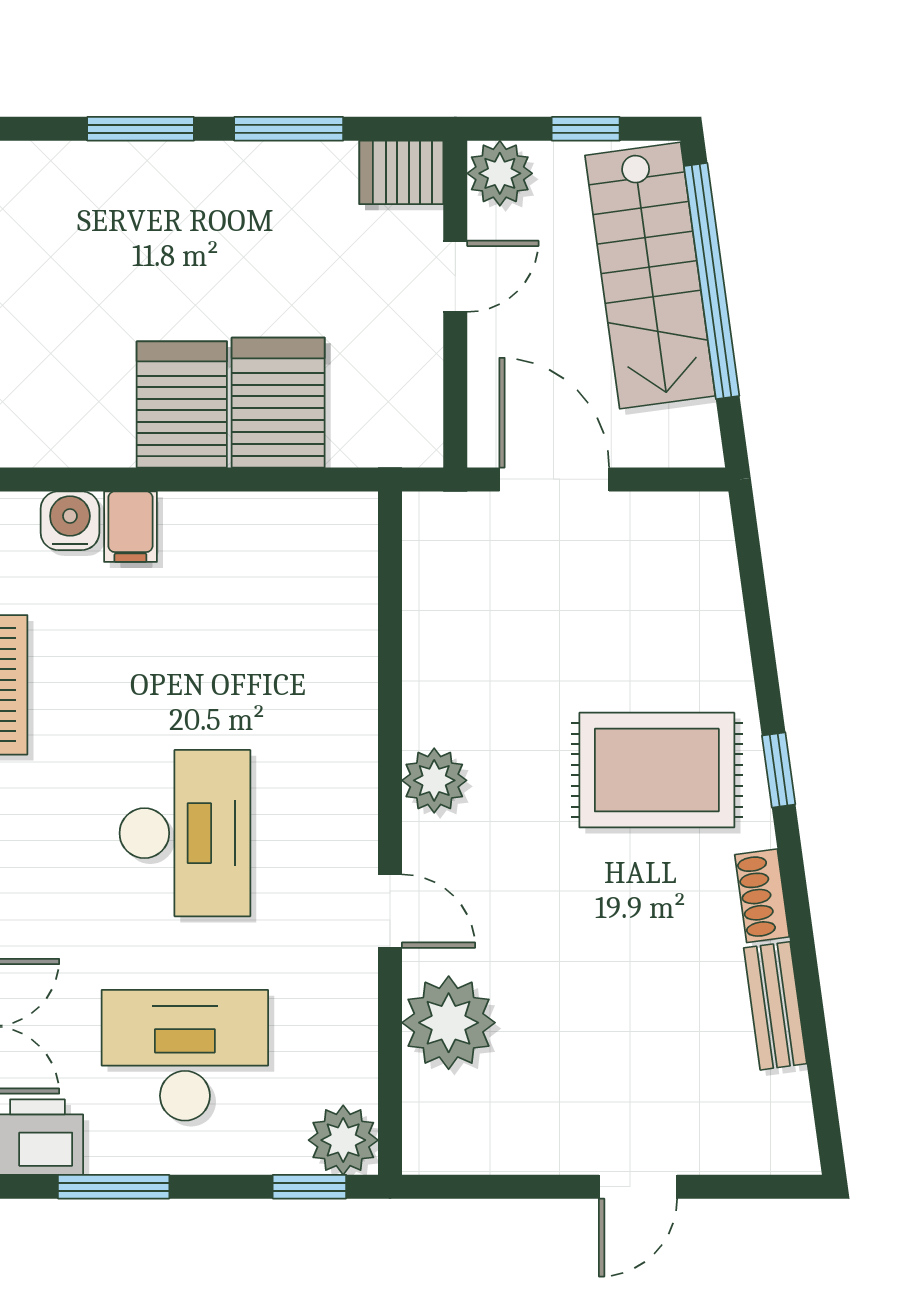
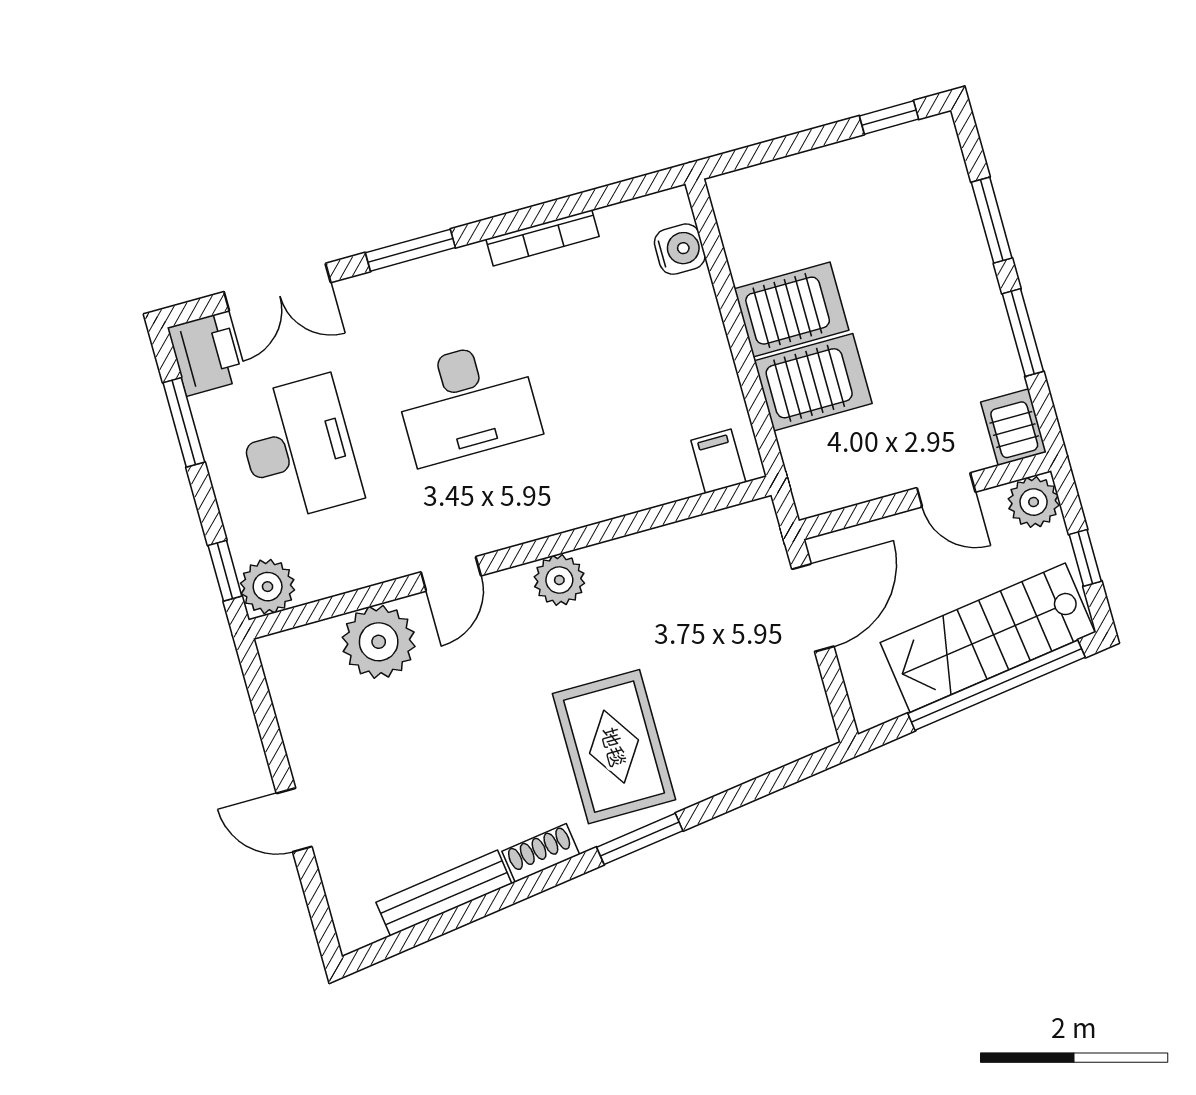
filing cabinet: (130, 527) -> (718, 461), moved, turned 90
window: (779, 770) -> (640, 839), width x1.50
bench: (775, 1006) -> (444, 893), width x1.36

